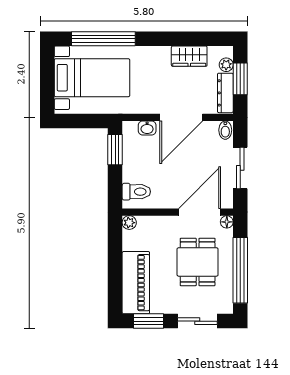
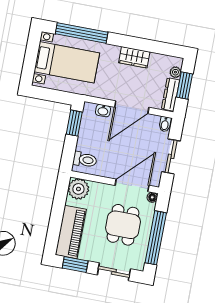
wardrobe: (189, 56) -> (134, 57), moved
plant: (129, 223) -> (78, 189), width x1.88, depth x1.88

